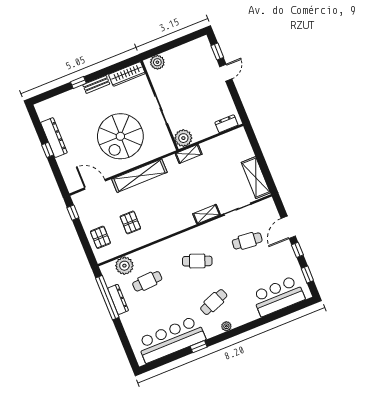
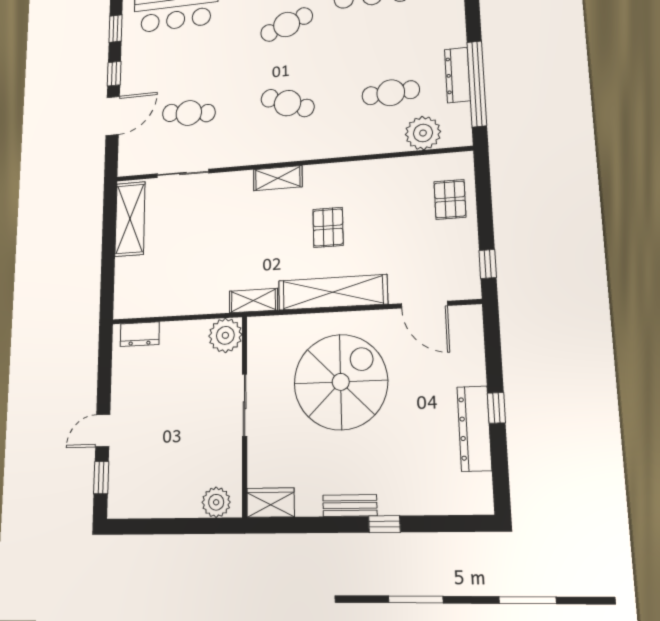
wardrobe: (127, 74) -> (271, 502), width x0.67
shelving: (189, 154) -> (253, 301), moved
shelving: (206, 214) -> (278, 178), moved
pallet: (130, 222) -> (328, 227), moved

